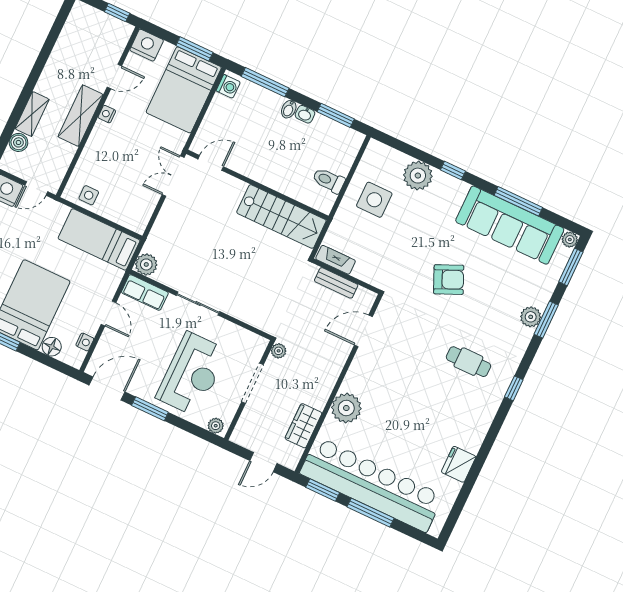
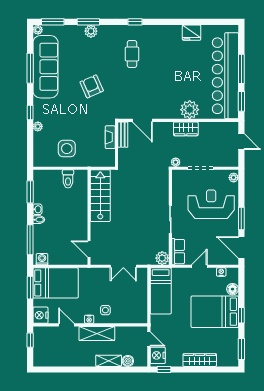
double door: (173, 176) -> (123, 266), moved
plant: (418, 176) -> (38, 126), width x0.53, depth x0.53
side table: (89, 195) -> (105, 310), moved
fireplace: (336, 260) -> (110, 137), moved
bench: (336, 283) -> (123, 135), moved
wardrobe: (303, 426) -> (186, 129), moved

